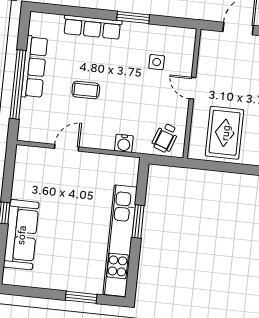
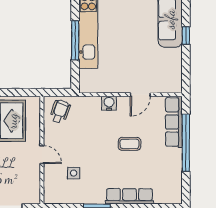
row of seats: (34, 67) -> (174, 122), moved
water cooler: (124, 143) -> (109, 103), moved
window: (138, 221) -> (75, 40), width x1.44

